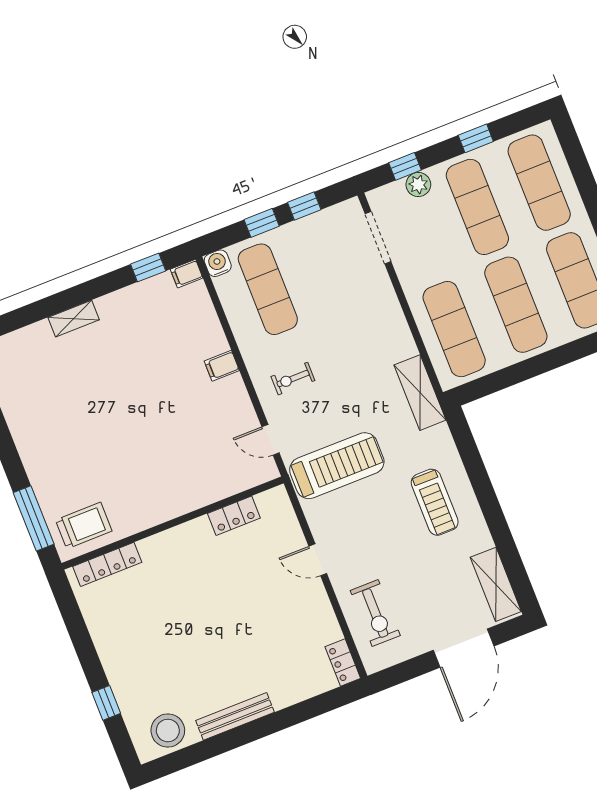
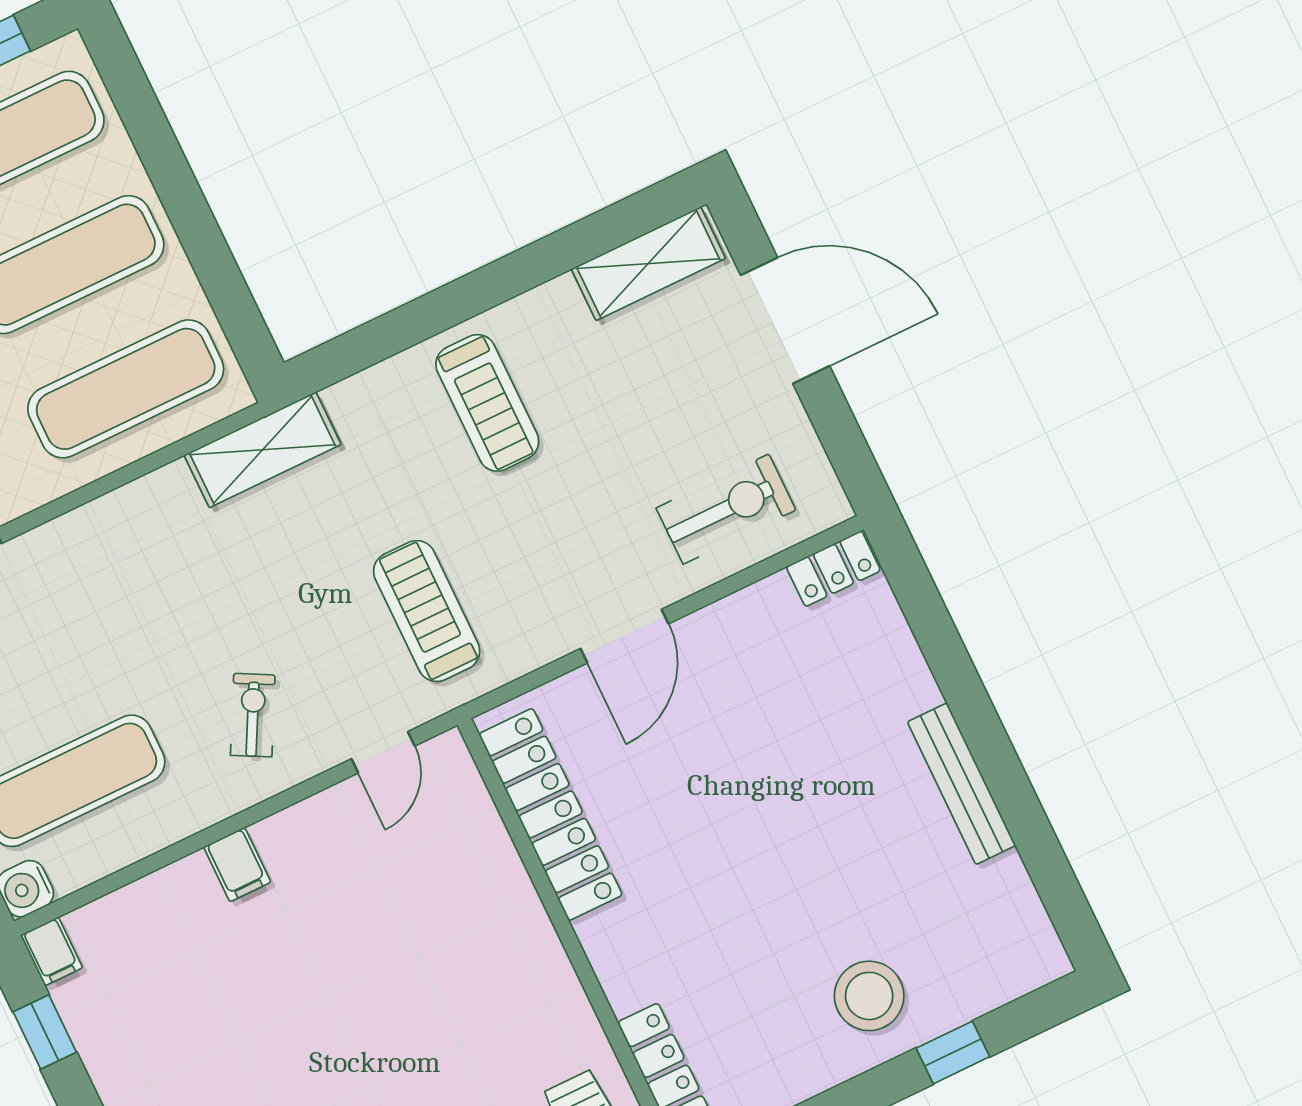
exercise bike: (293, 379) -> (253, 715), turned -152
treadmill: (337, 466) -> (427, 611), width x0.73, depth x0.73
treadmill: (435, 502) -> (487, 403), turned 90
locker: (234, 516) -> (551, 814), width x2.16, depth x1.21
door: (318, 560) -> (624, 636), width x1.38
stool: (168, 730) -> (869, 996), moved

